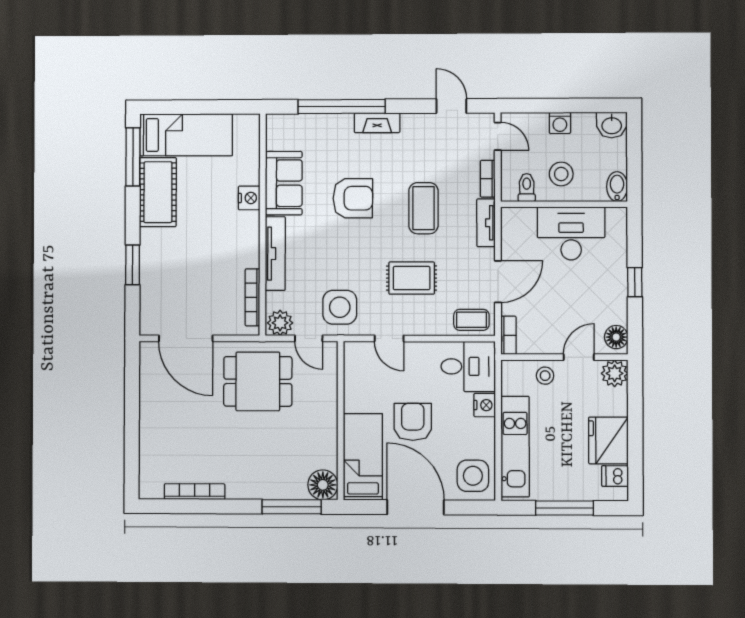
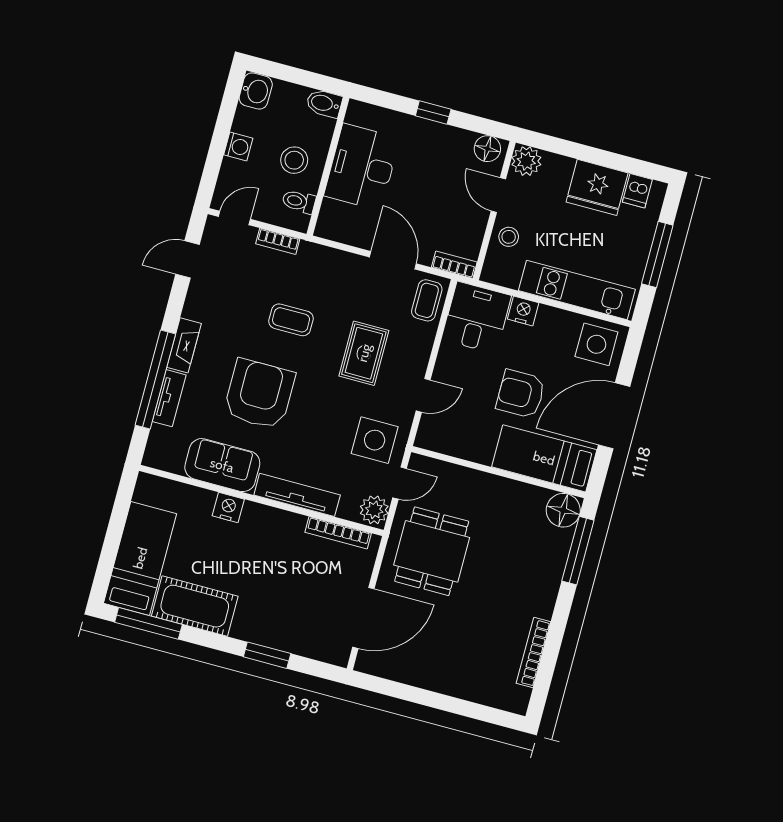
armchair: (353, 198) -> (259, 394), width x1.36, depth x1.36
coffee table: (423, 208) -> (291, 320), width x0.73, depth x0.77
tv unit: (486, 223) -> (169, 398), moved, turned -90

